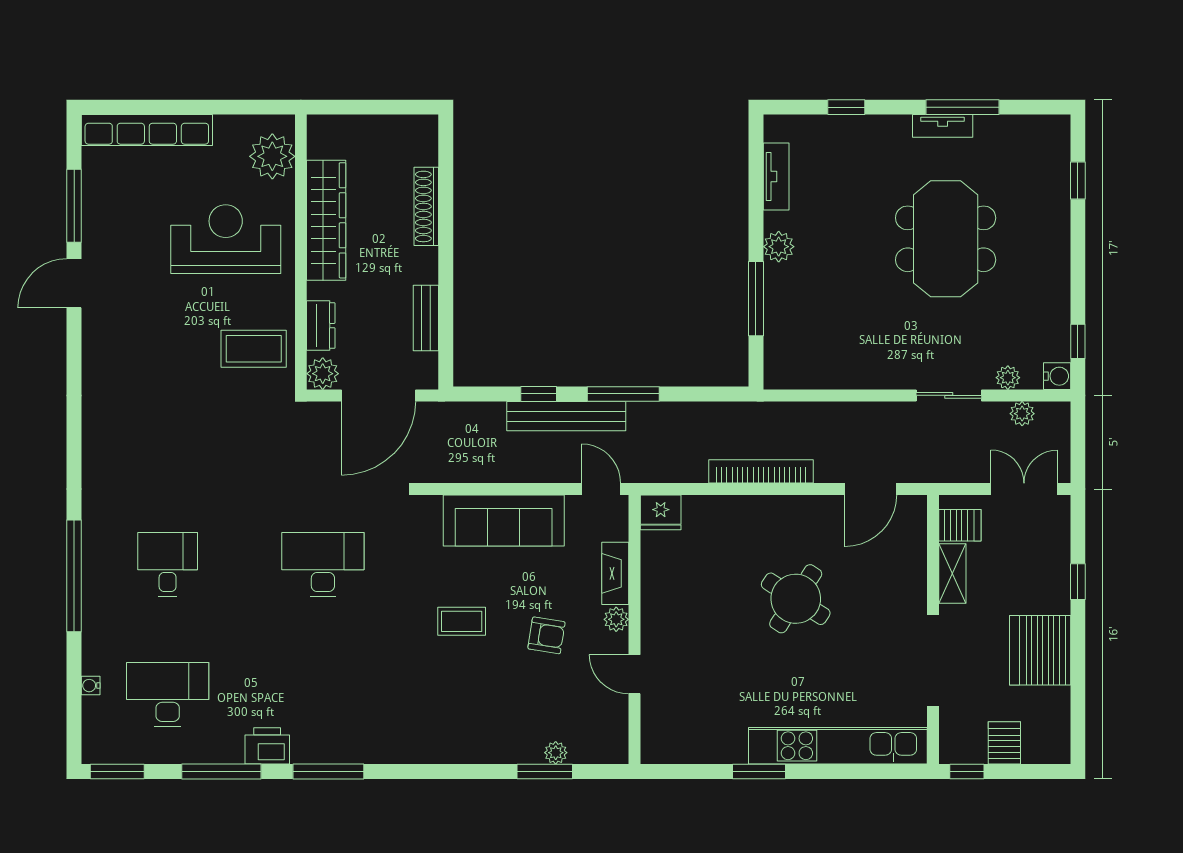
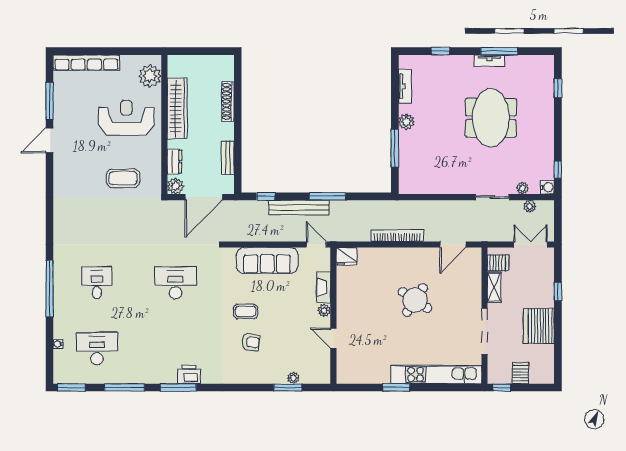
coffee table: (254, 349) -> (123, 178), moved
window: (539, 394) -> (266, 196), moved
armchair: (546, 635) -> (251, 342), moved
printer: (267, 746) -> (189, 375), moved

